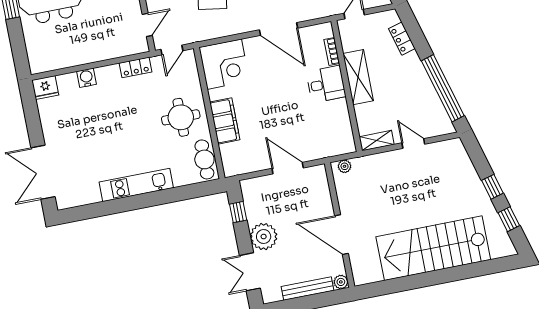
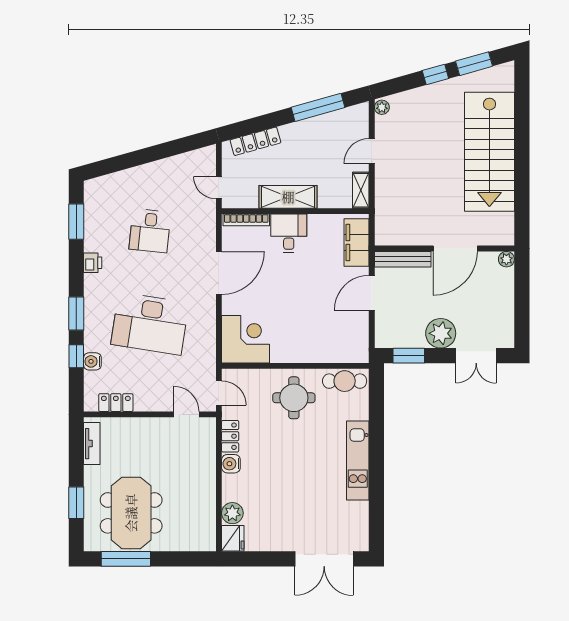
locker: (402, 39) -> (255, 141), width x1.53
bookcase: (332, 51) -> (246, 220), width x1.56
water cooler: (86, 78) -> (231, 464), moved
plant: (68, 83) -> (232, 513), added
window: (443, 88) -> (318, 107), width x0.68
filing cabinet: (225, 121) -> (357, 243), moved, turned -90
plant: (345, 166) -> (382, 107), moved
window: (238, 212) -> (409, 356), width x1.50
window: (509, 219) -> (474, 64), width x1.50
bench: (308, 289) -> (403, 259), moved, turned 90

